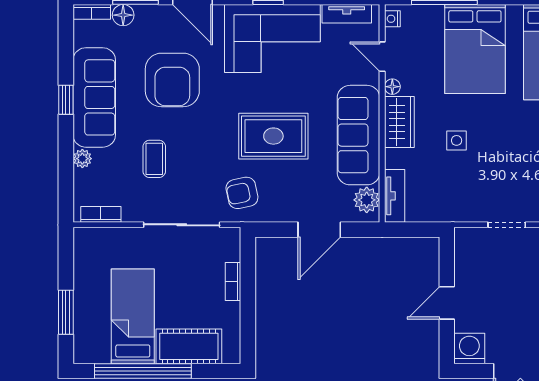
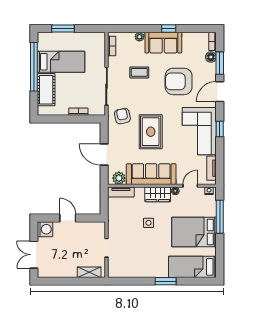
sofa: (94, 97) -> (163, 43), width x0.73

